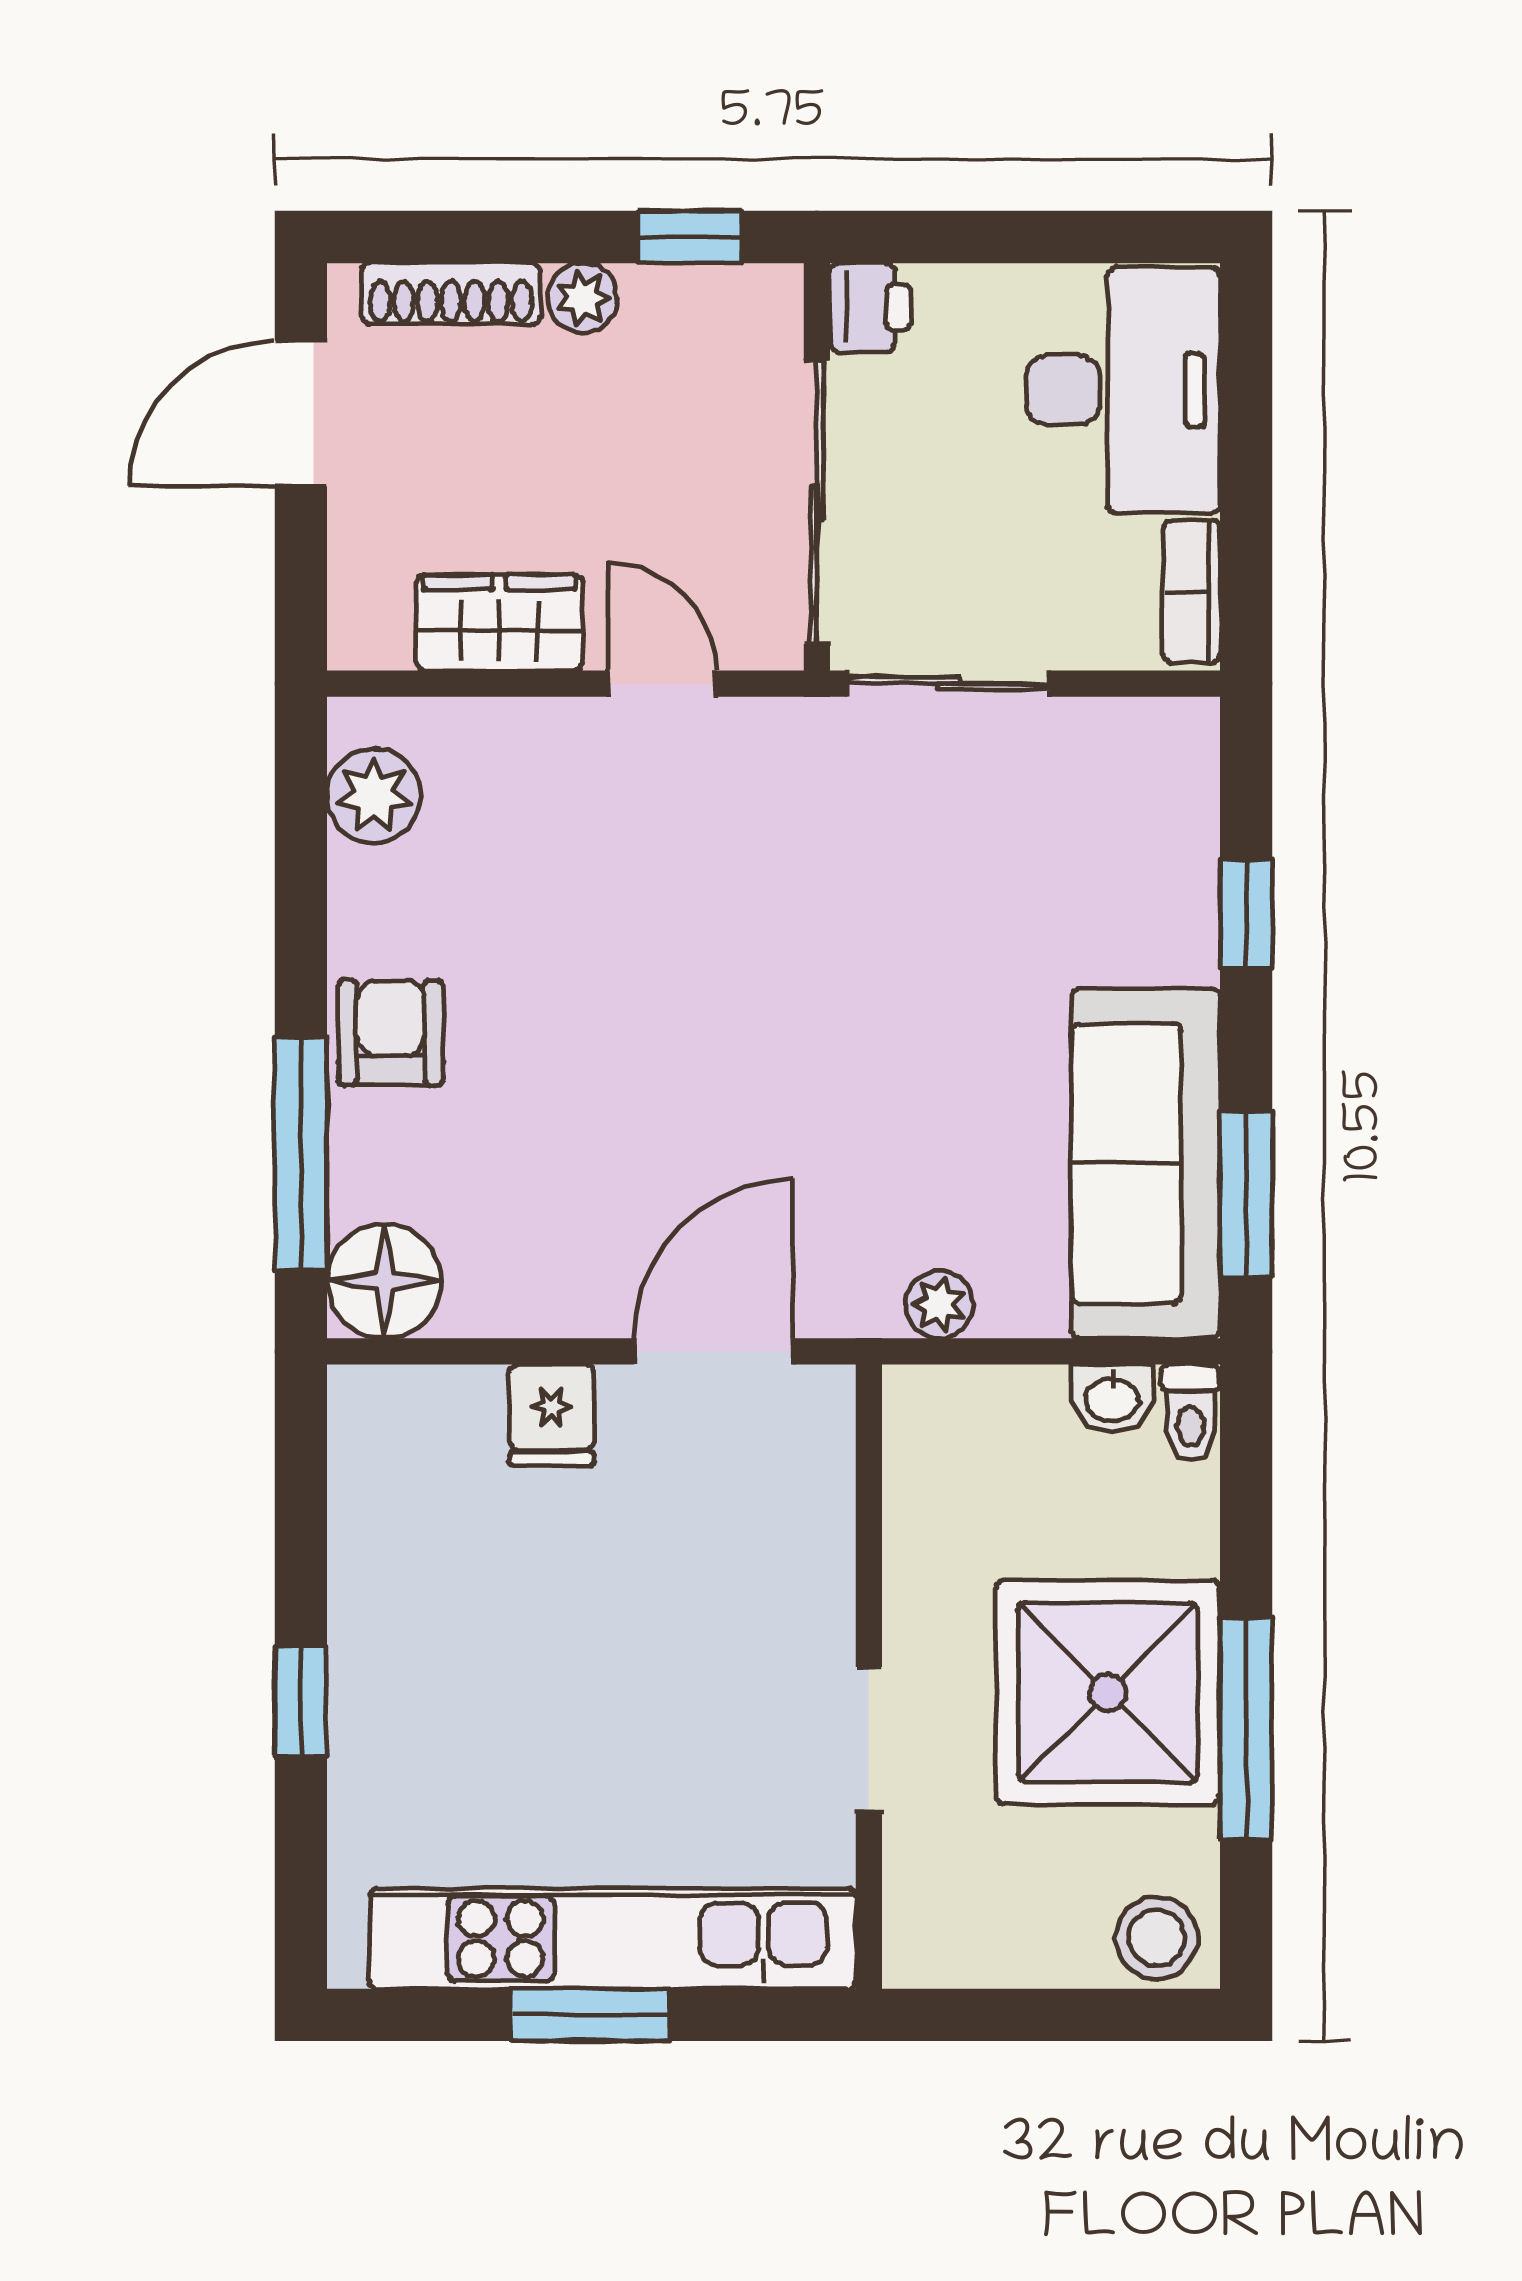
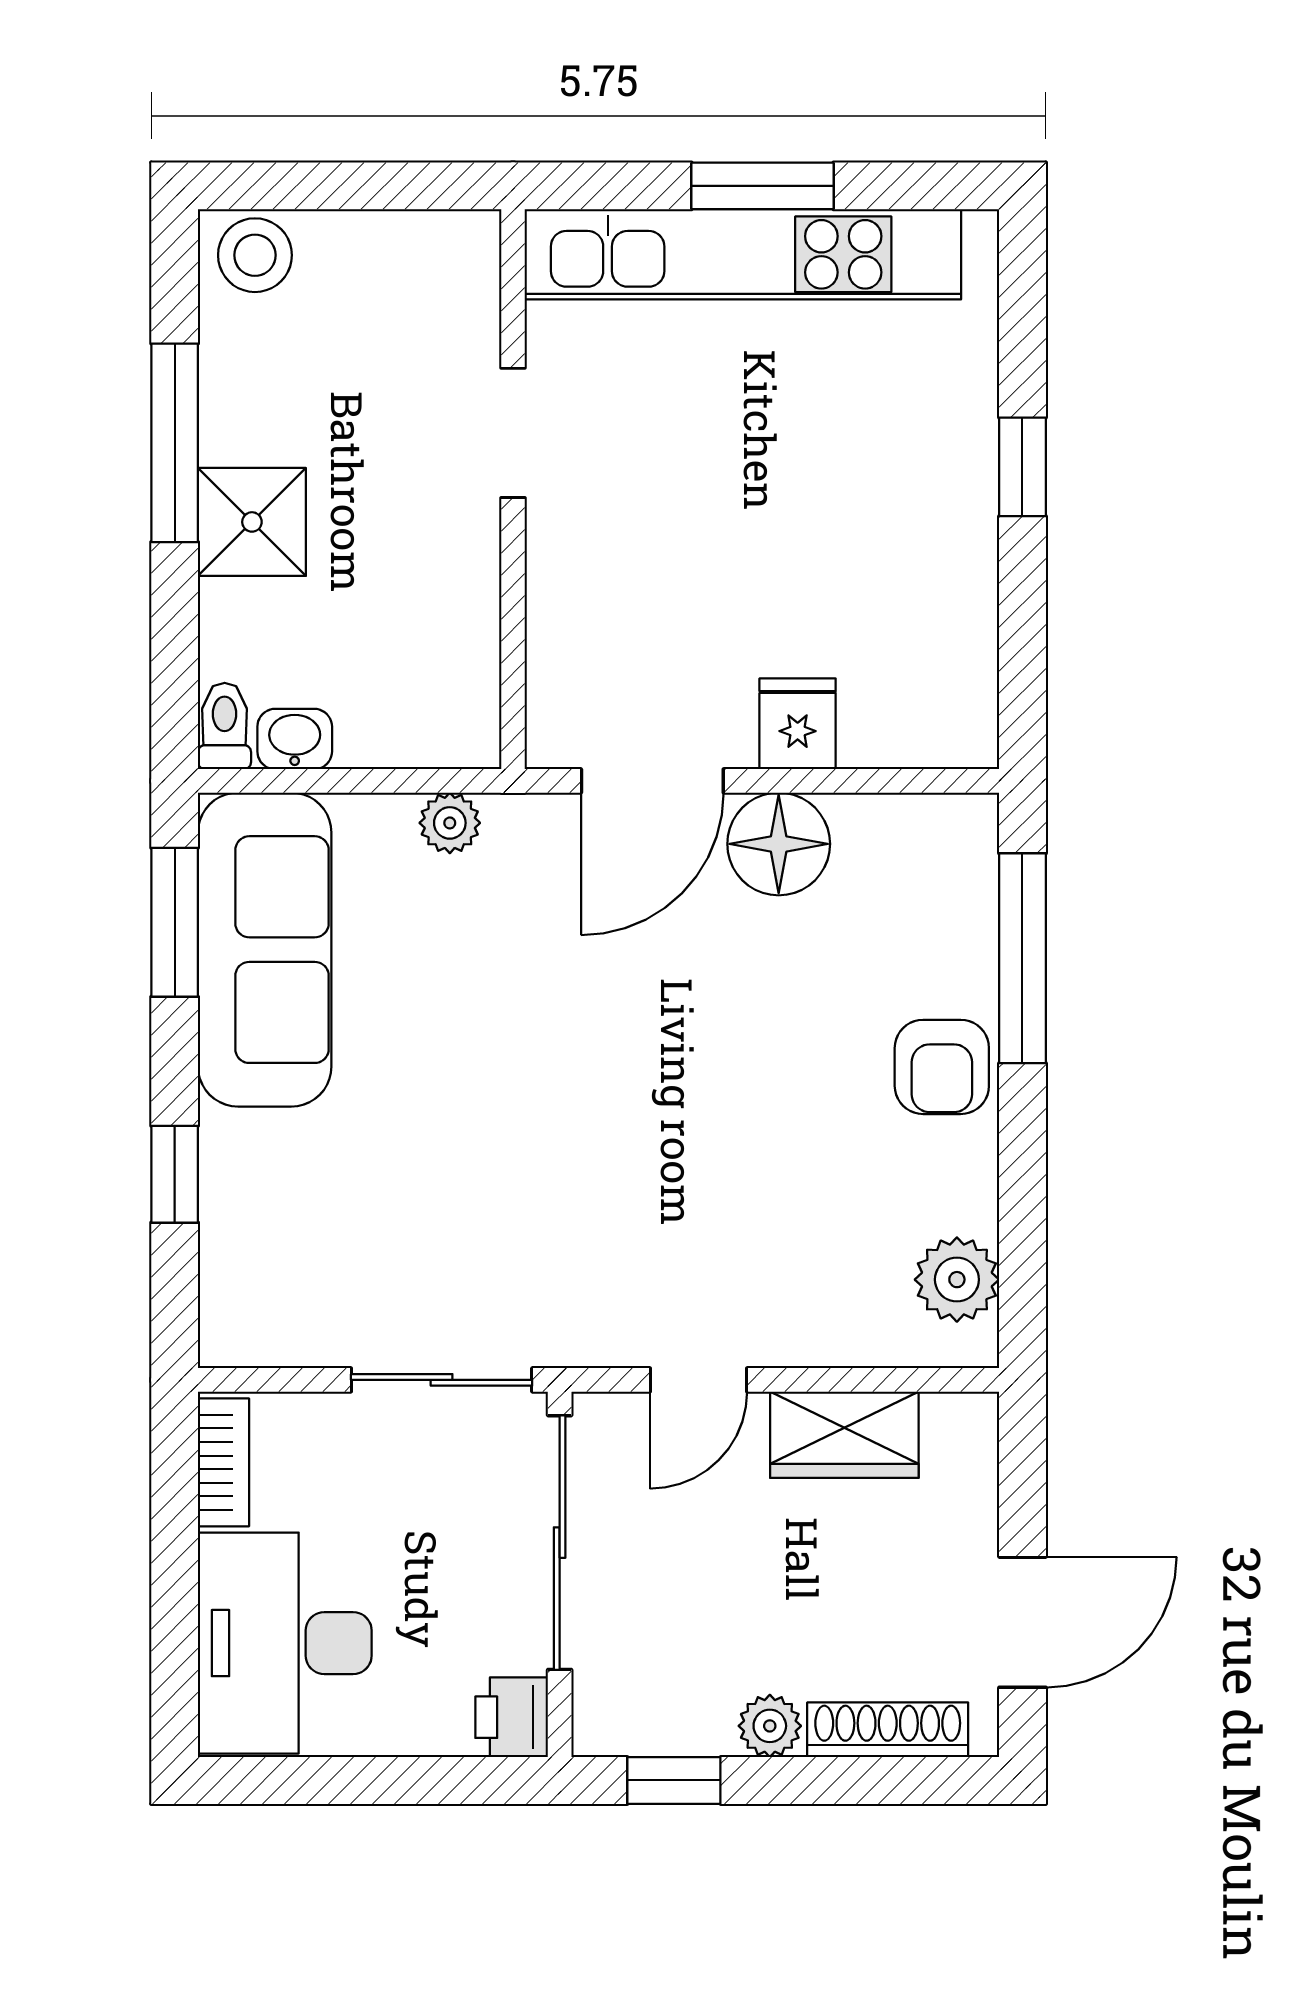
door: (662, 684) -> (699, 1380), hinge flipped
floor lamp: (384, 1281) -> (779, 844), moved
shower: (1108, 1692) -> (252, 522), width x0.54, depth x0.54

